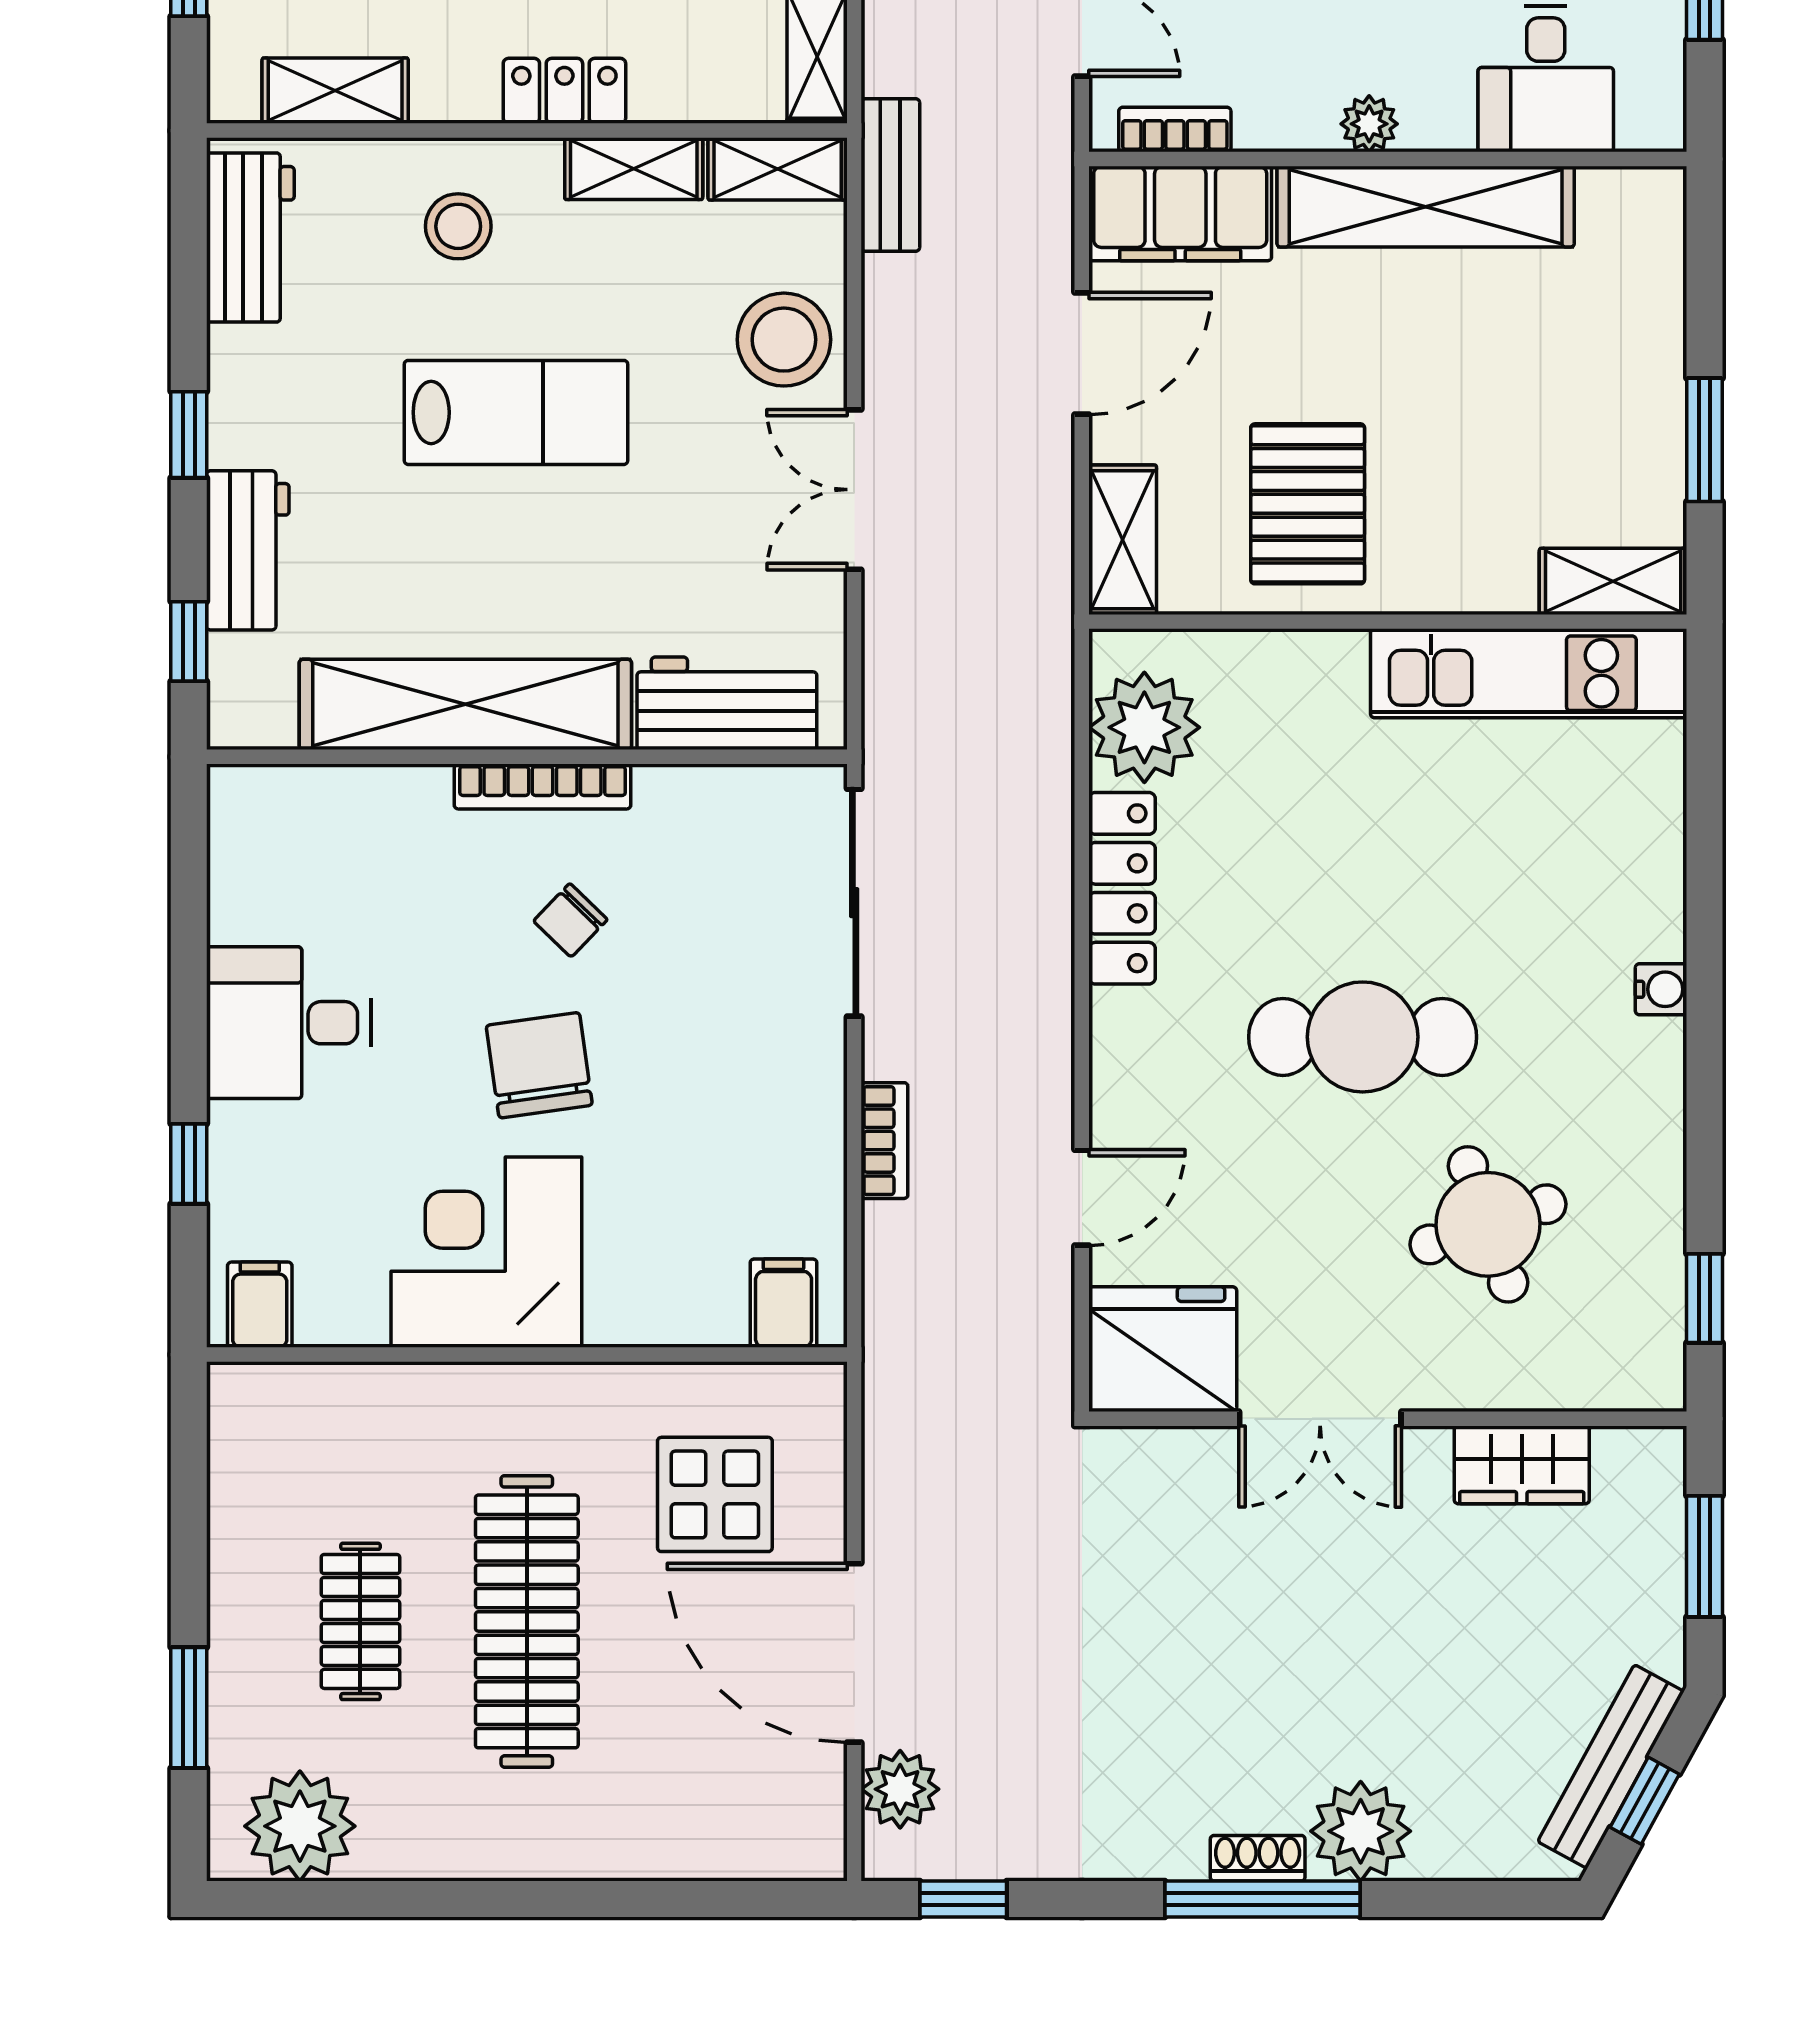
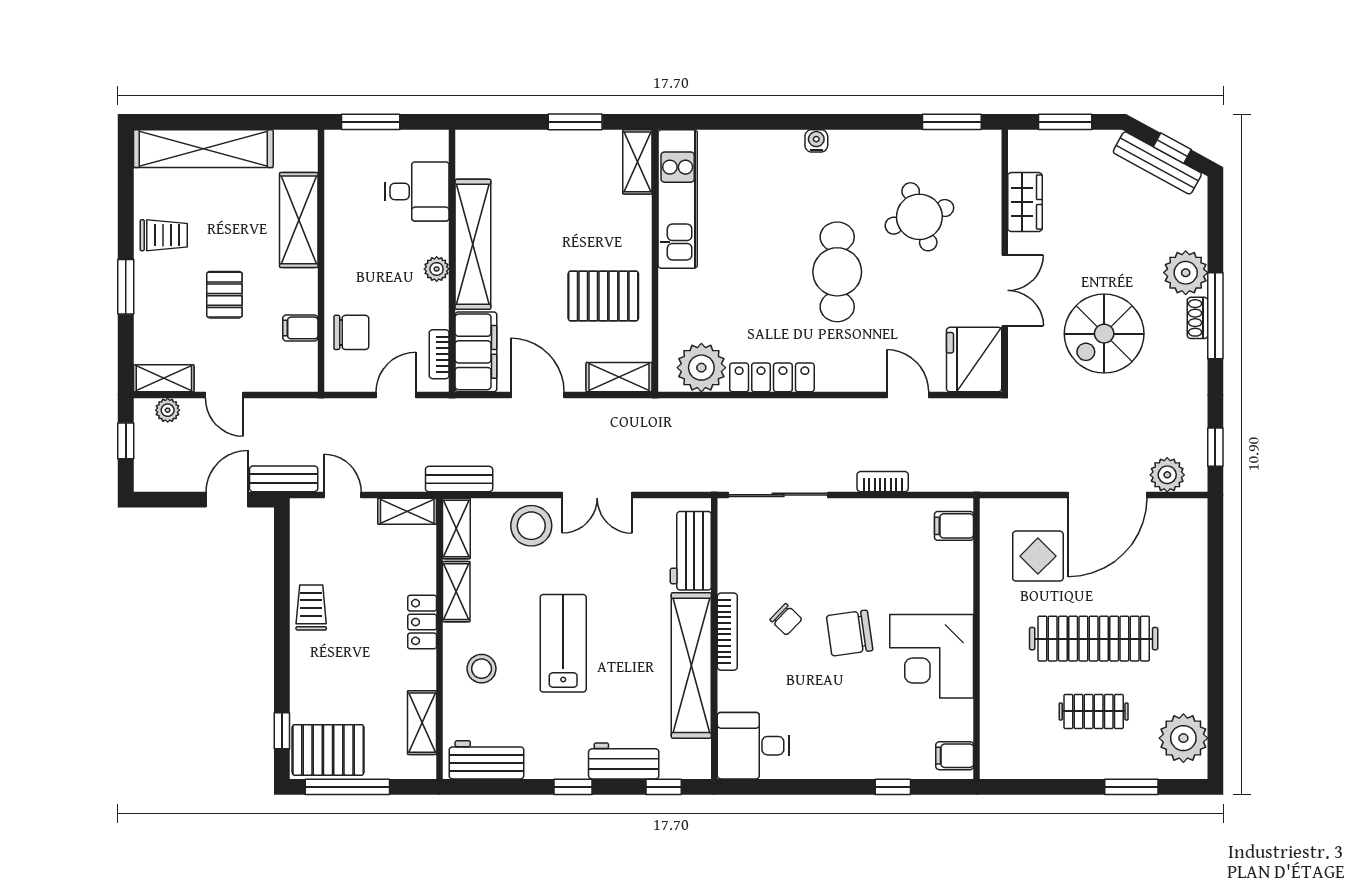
desk: (289, 1023) -> (753, 746), moved, turned 90
window: (1705, 1298) -> (952, 122), width x1.50
spiral stairs: (1222, 1645) -> (1104, 334), added

